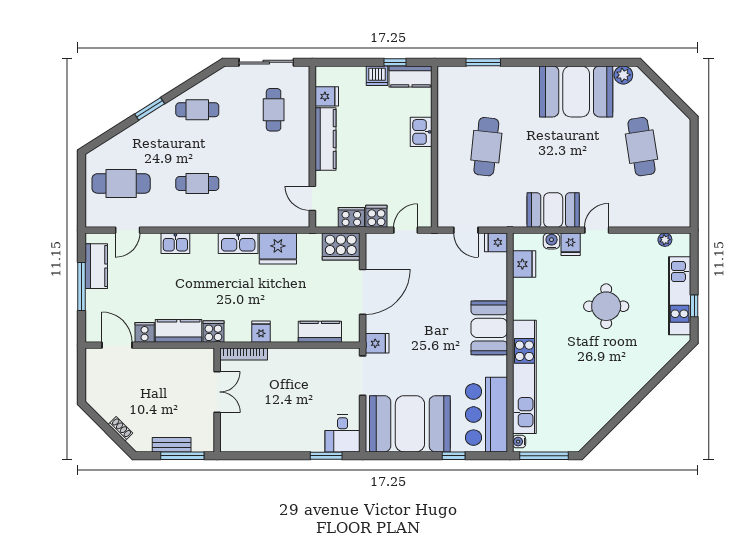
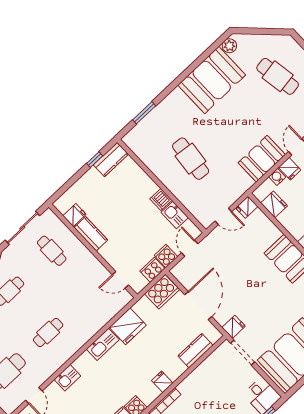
dishwasher: (377, 76) -> (161, 200), moved, turned 90
kitchen sink: (421, 132) -> (175, 215), moved
kitchen counter: (325, 139) -> (91, 234), width x0.67

